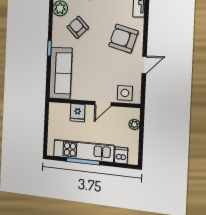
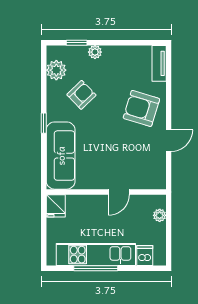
armchair: (78, 27) -> (81, 95), turned 89
side table: (125, 93) -> (146, 177), removed
fridge: (78, 113) -> (56, 206), moved

